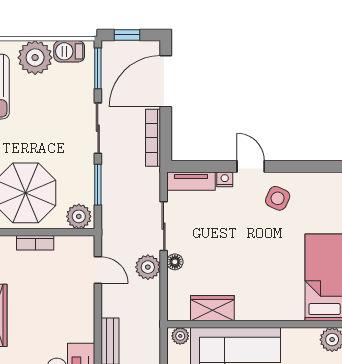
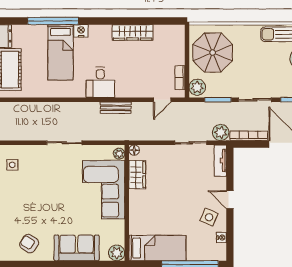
door: (251, 166) -> (230, 200), swing flipped
nightstand: (225, 179) -> (221, 238), moved
bookcase: (35, 243) -> (180, 78), moved
floor lamp: (175, 262) -> (134, 150), moved
plant: (148, 267) -> (221, 132), moved

